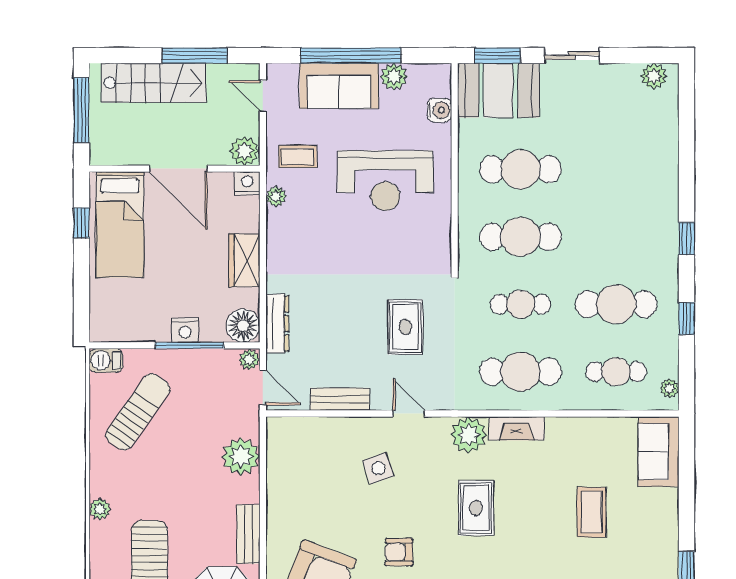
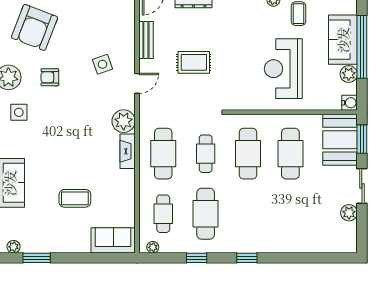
plant: (654, 76) -> (349, 213), moved
water cooler: (440, 110) -> (350, 103), moved, turned -90
rug: (405, 327) -> (194, 62), moved
rug: (476, 508) -> (78, 126), removed
armchair: (399, 552) -> (50, 77), turned -90

